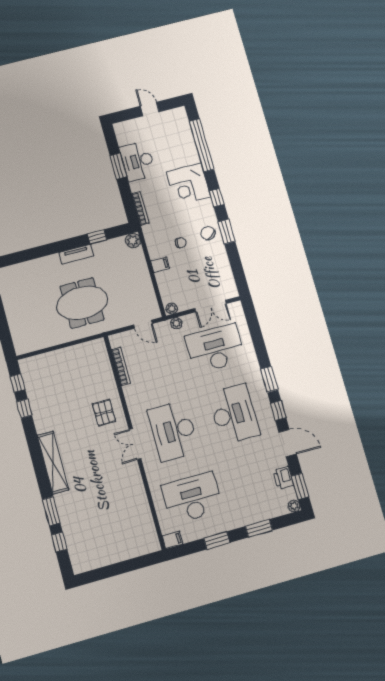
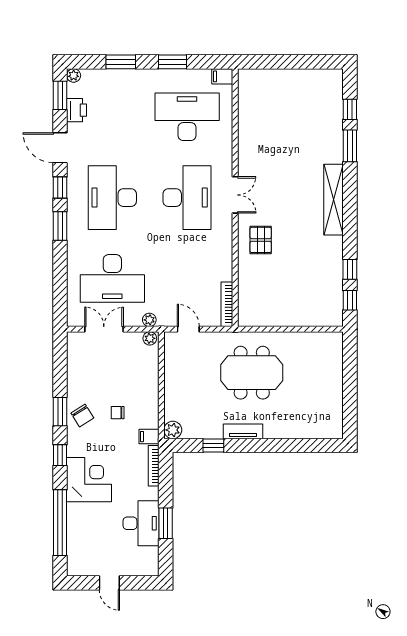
filing cabinet: (160, 265) -> (149, 437), moved
bookcase: (121, 366) -> (227, 304), moved
desk: (192, 498) -> (187, 117), turned 180

